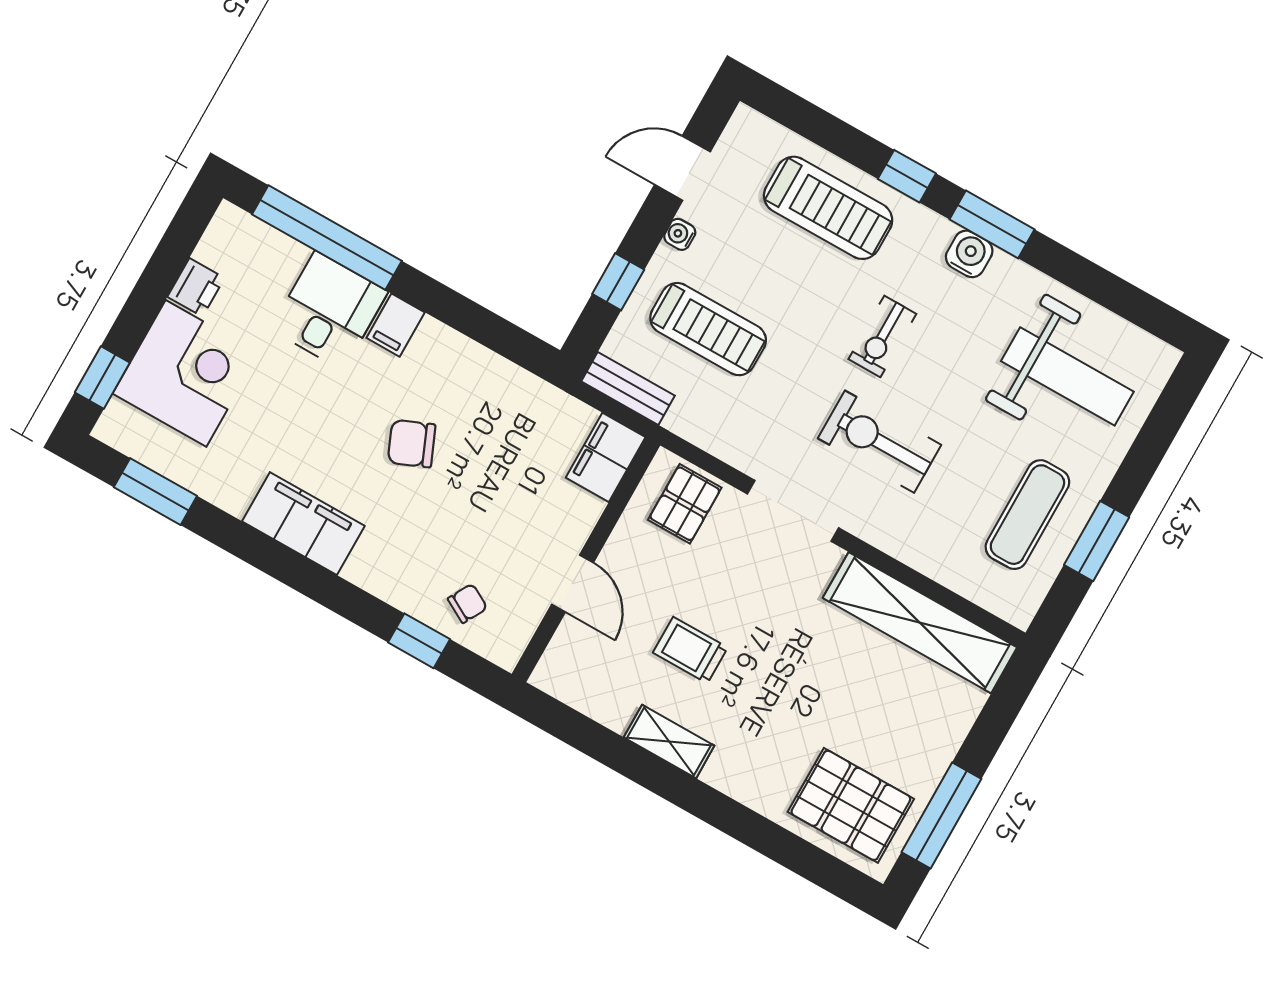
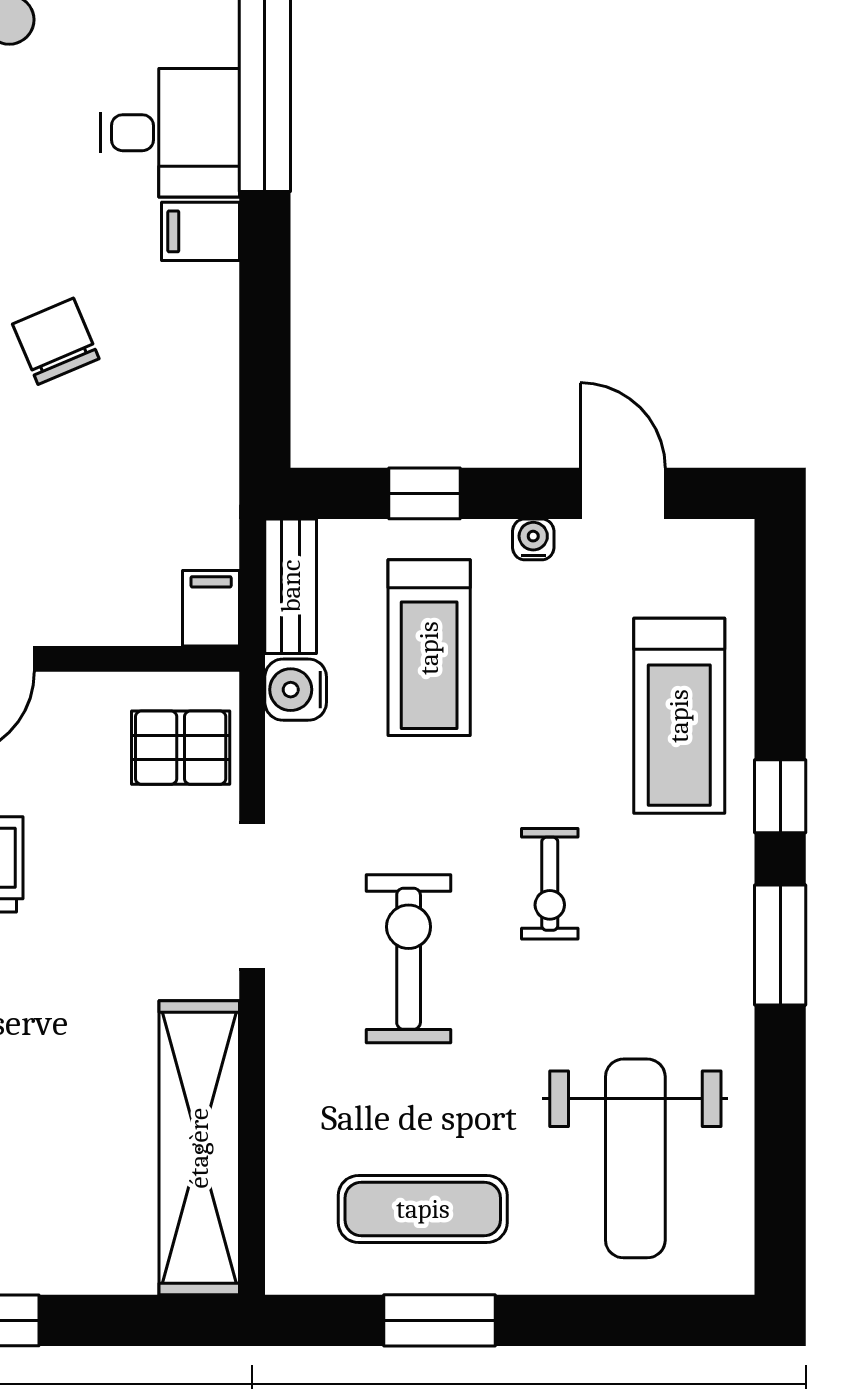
water cooler: (969, 254) -> (296, 690), moved, turned 180
exercise bike: (882, 336) -> (550, 884), turned -90
filing cabinet: (606, 457) -> (211, 608), width x0.50

